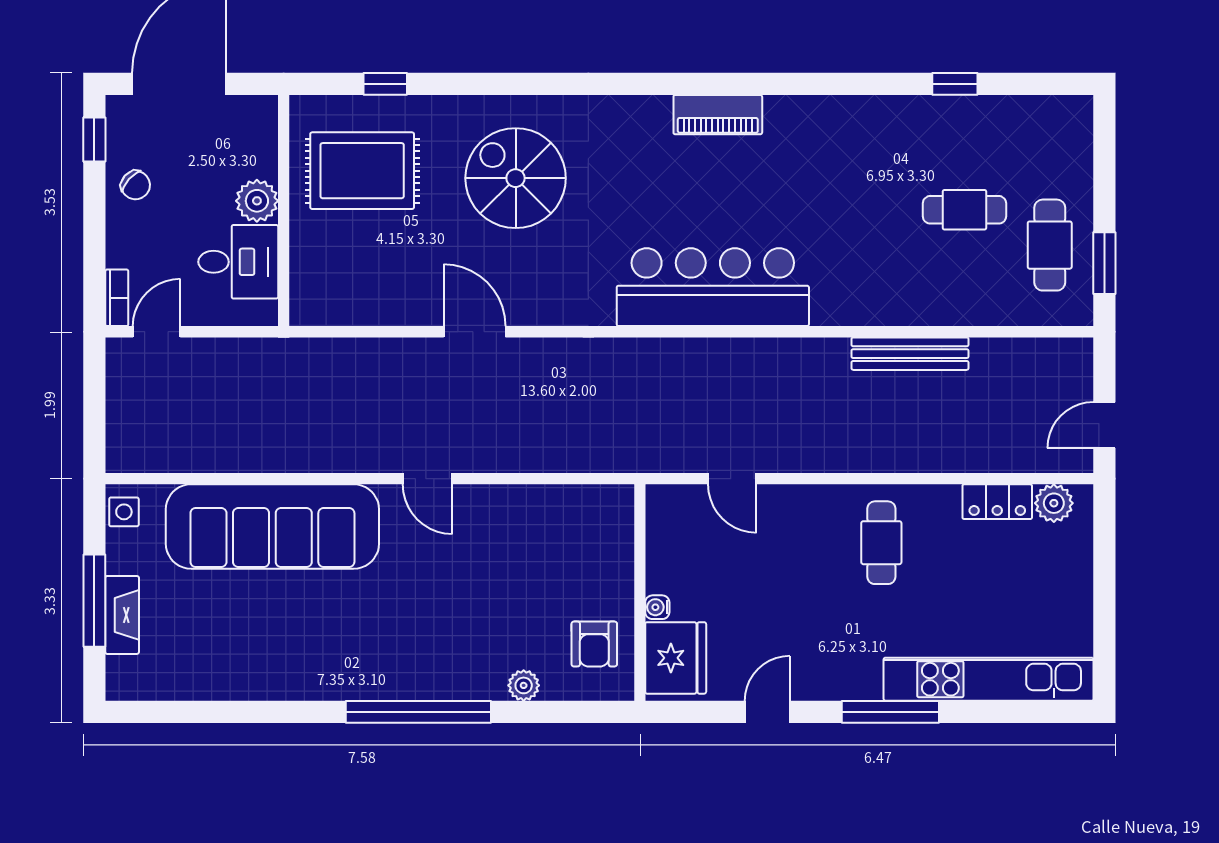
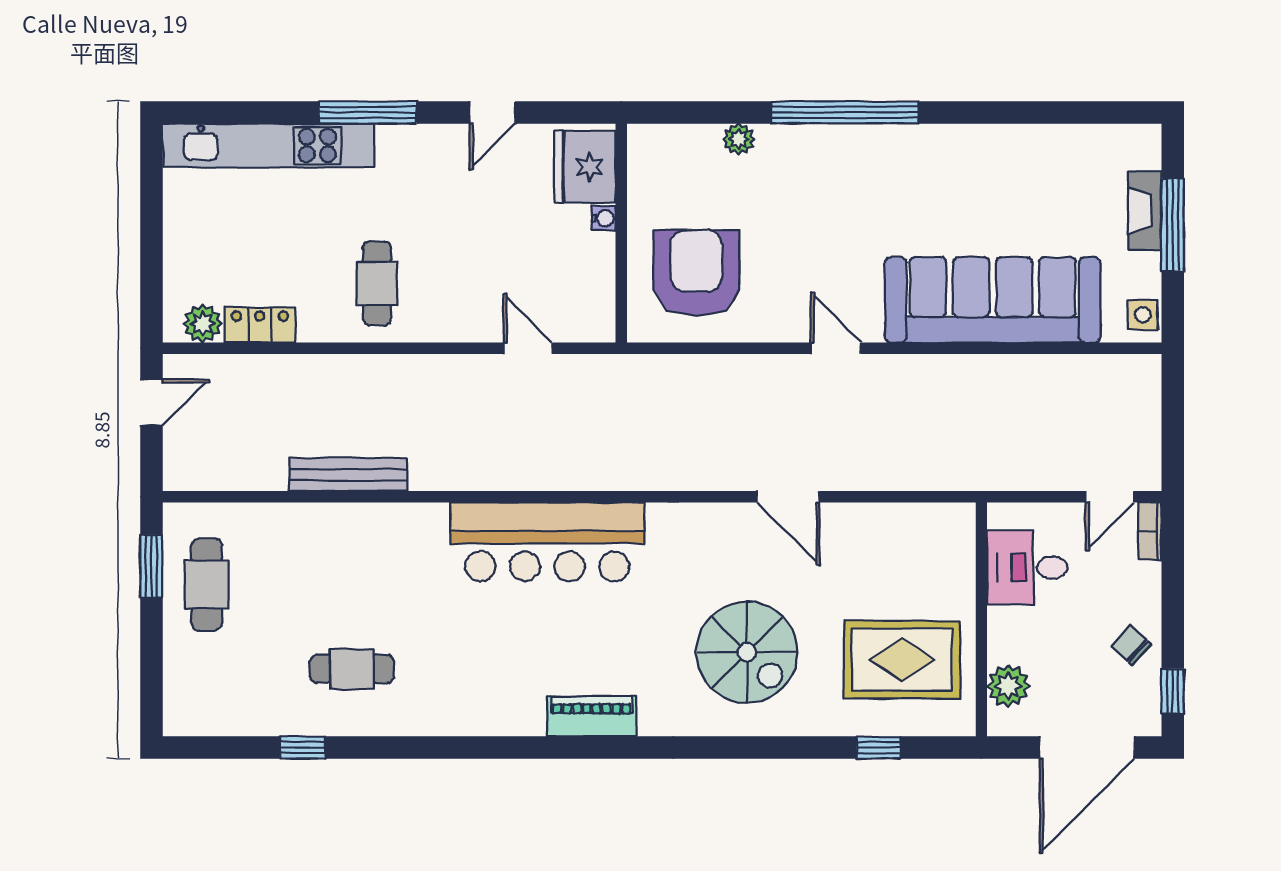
piano: (718, 115) -> (592, 716), moved
plant: (257, 201) -> (1008, 686), moved
cafe table: (964, 210) -> (352, 669), moved
armchair: (594, 644) -> (696, 273), moved, width x1.88, depth x1.88

